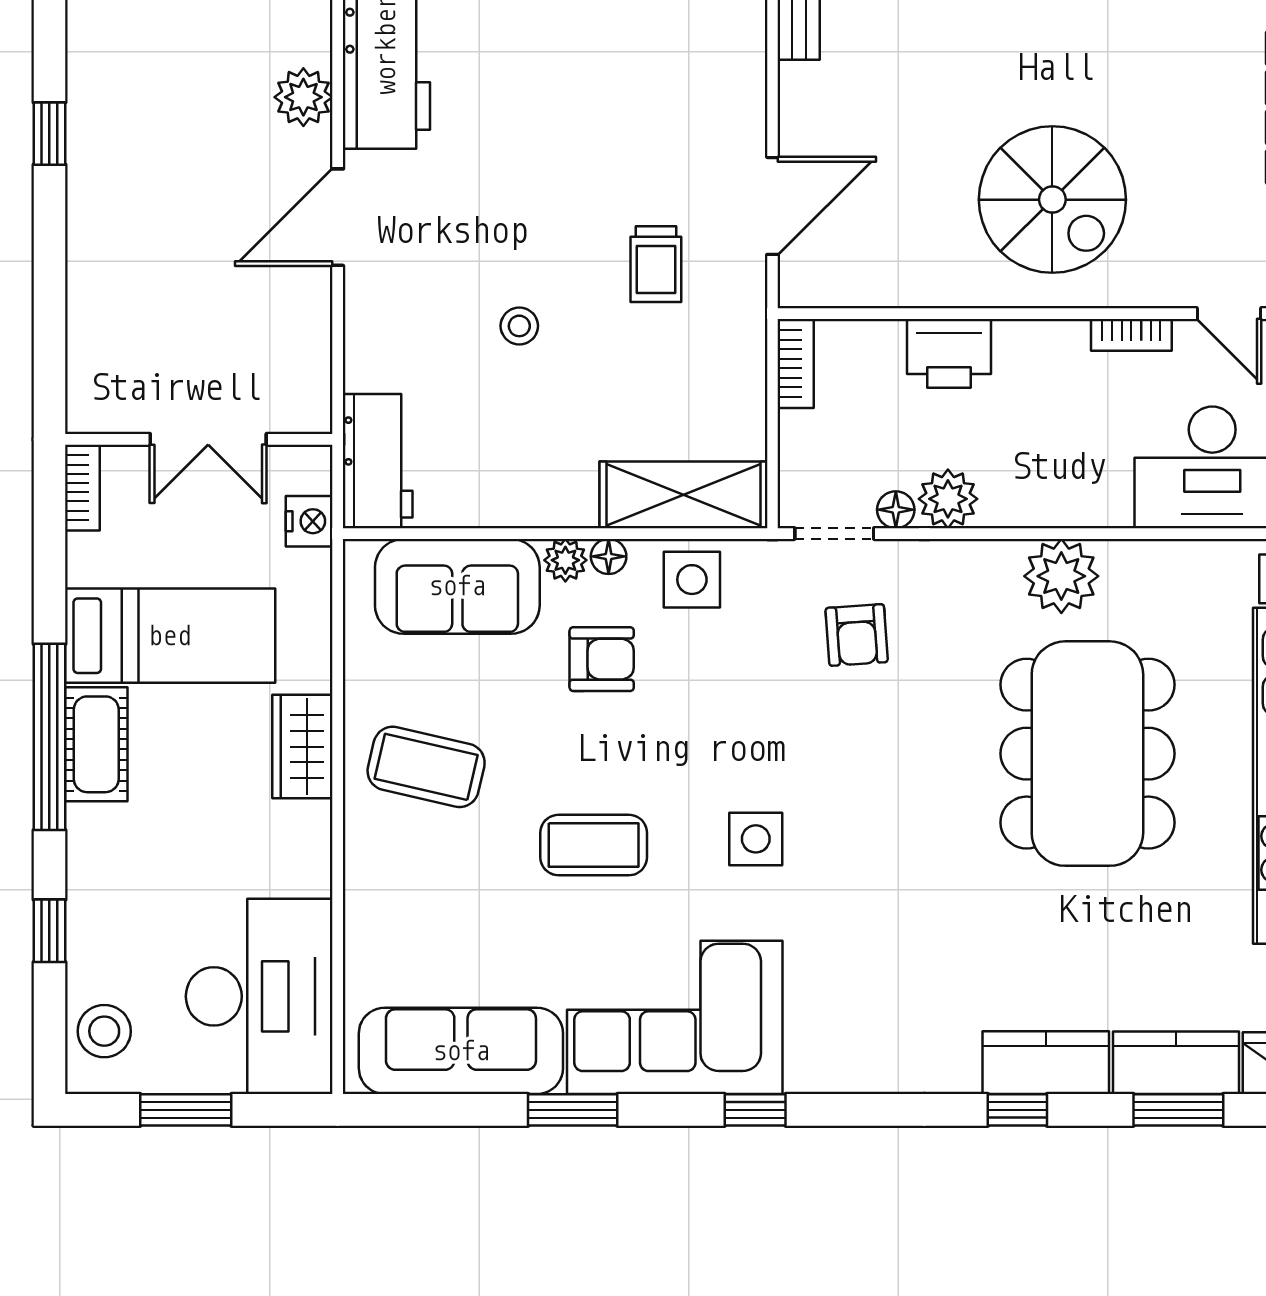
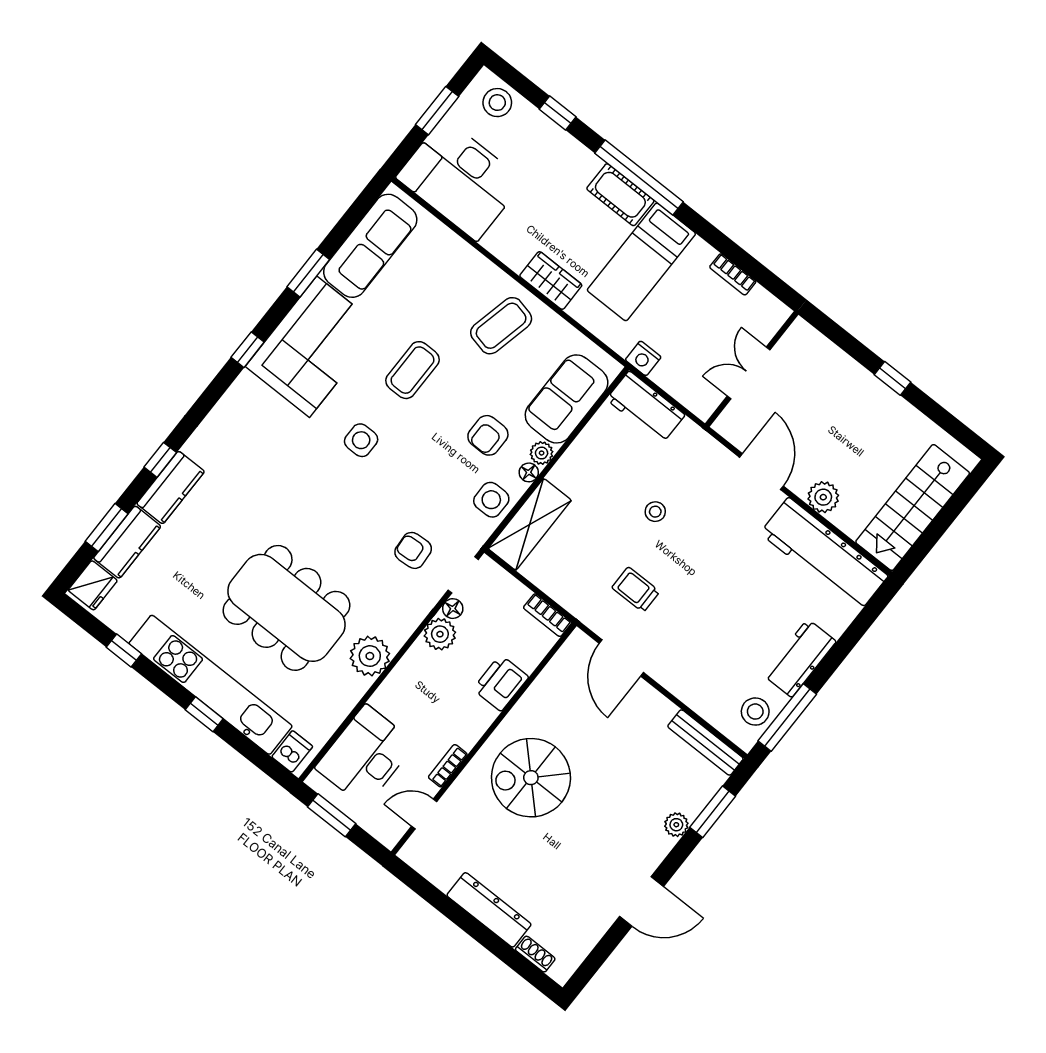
wall: (199, 439) -> (752, 369), moved
double door: (208, 439) -> (749, 373), moved

